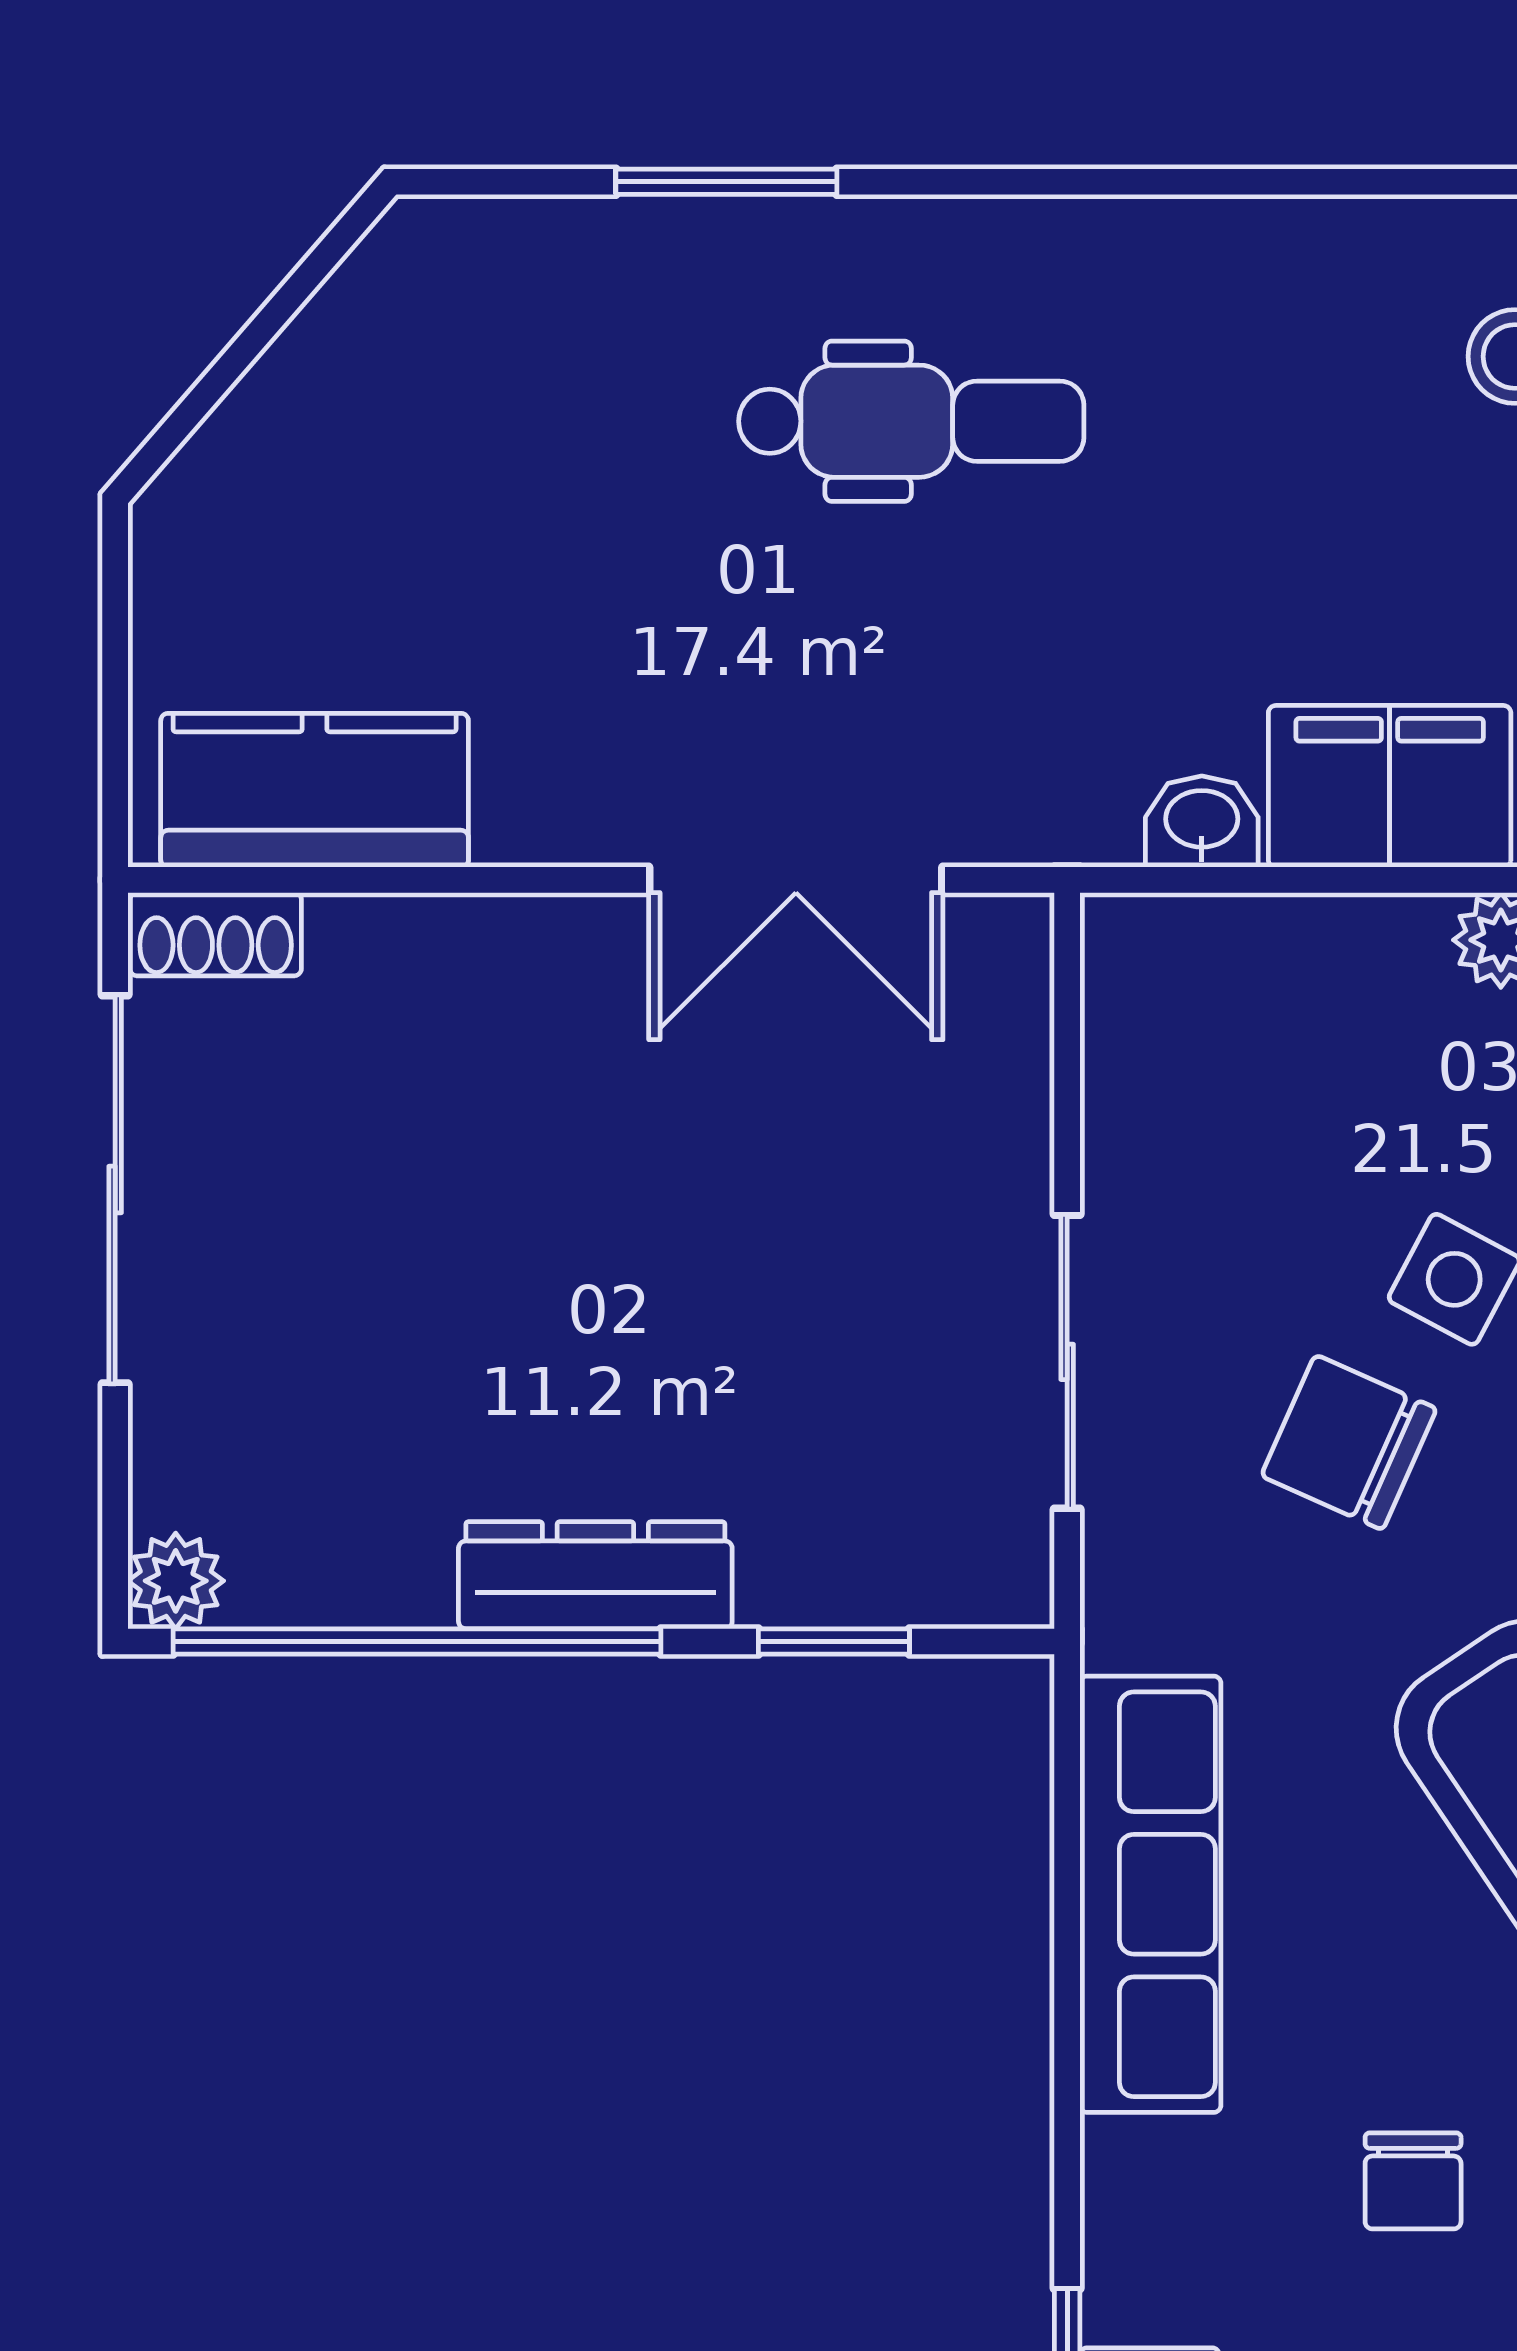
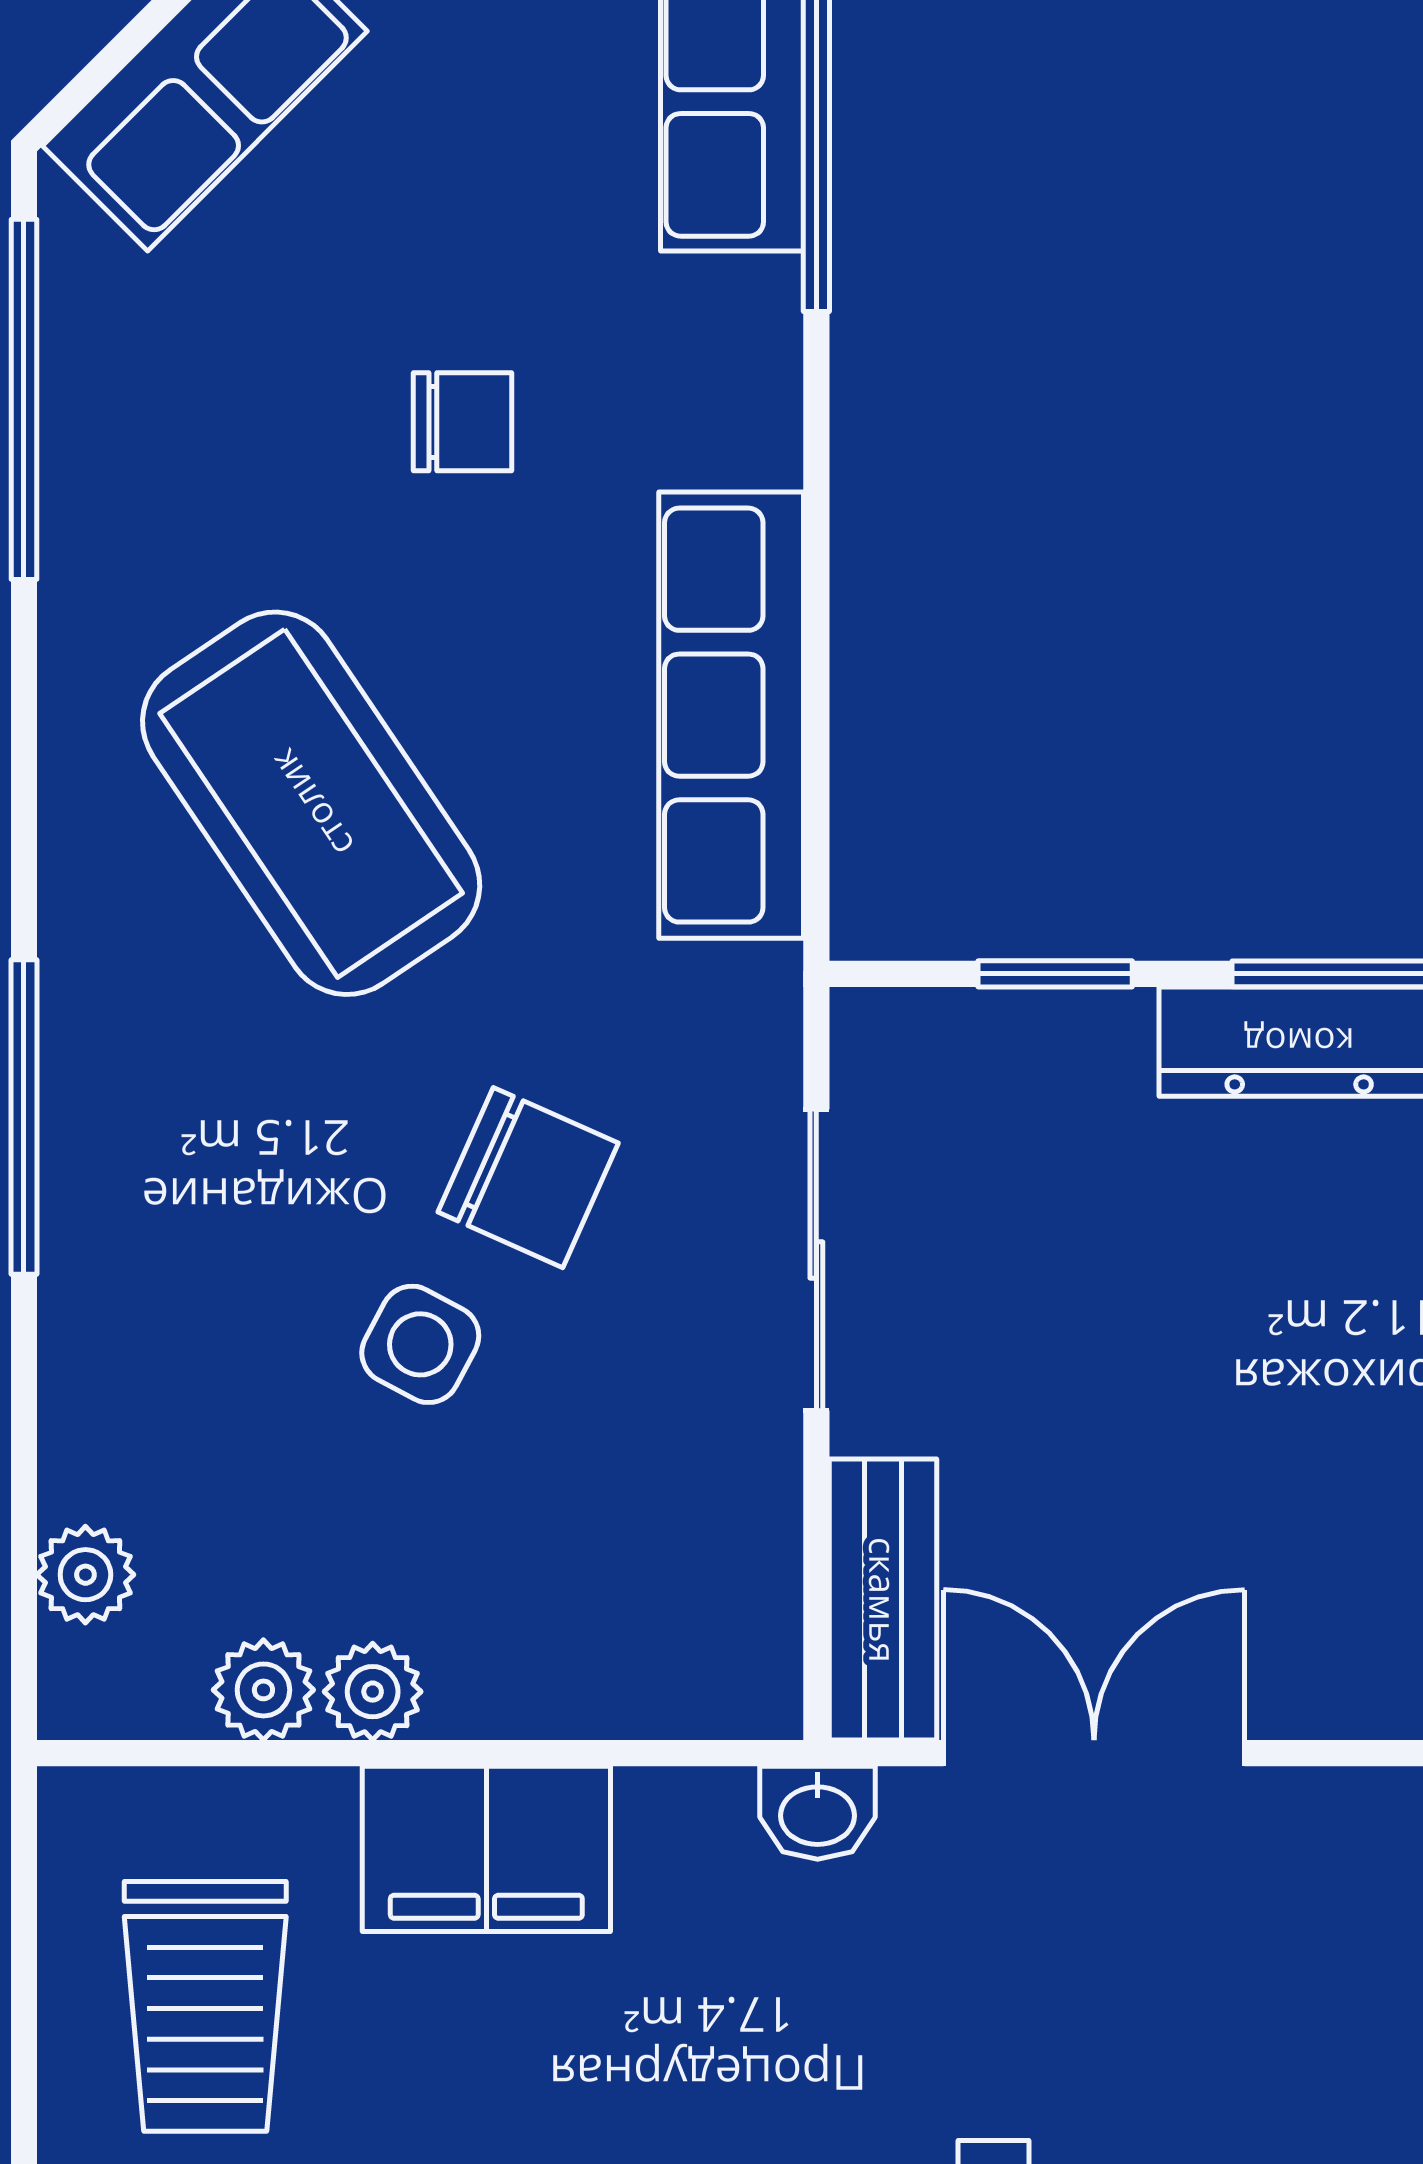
washbasin: (1202, 822) -> (818, 1813), moved
bench: (1002, 1030) -> (883, 1600), added
chair: (1413, 2181) -> (462, 422), turned 90

